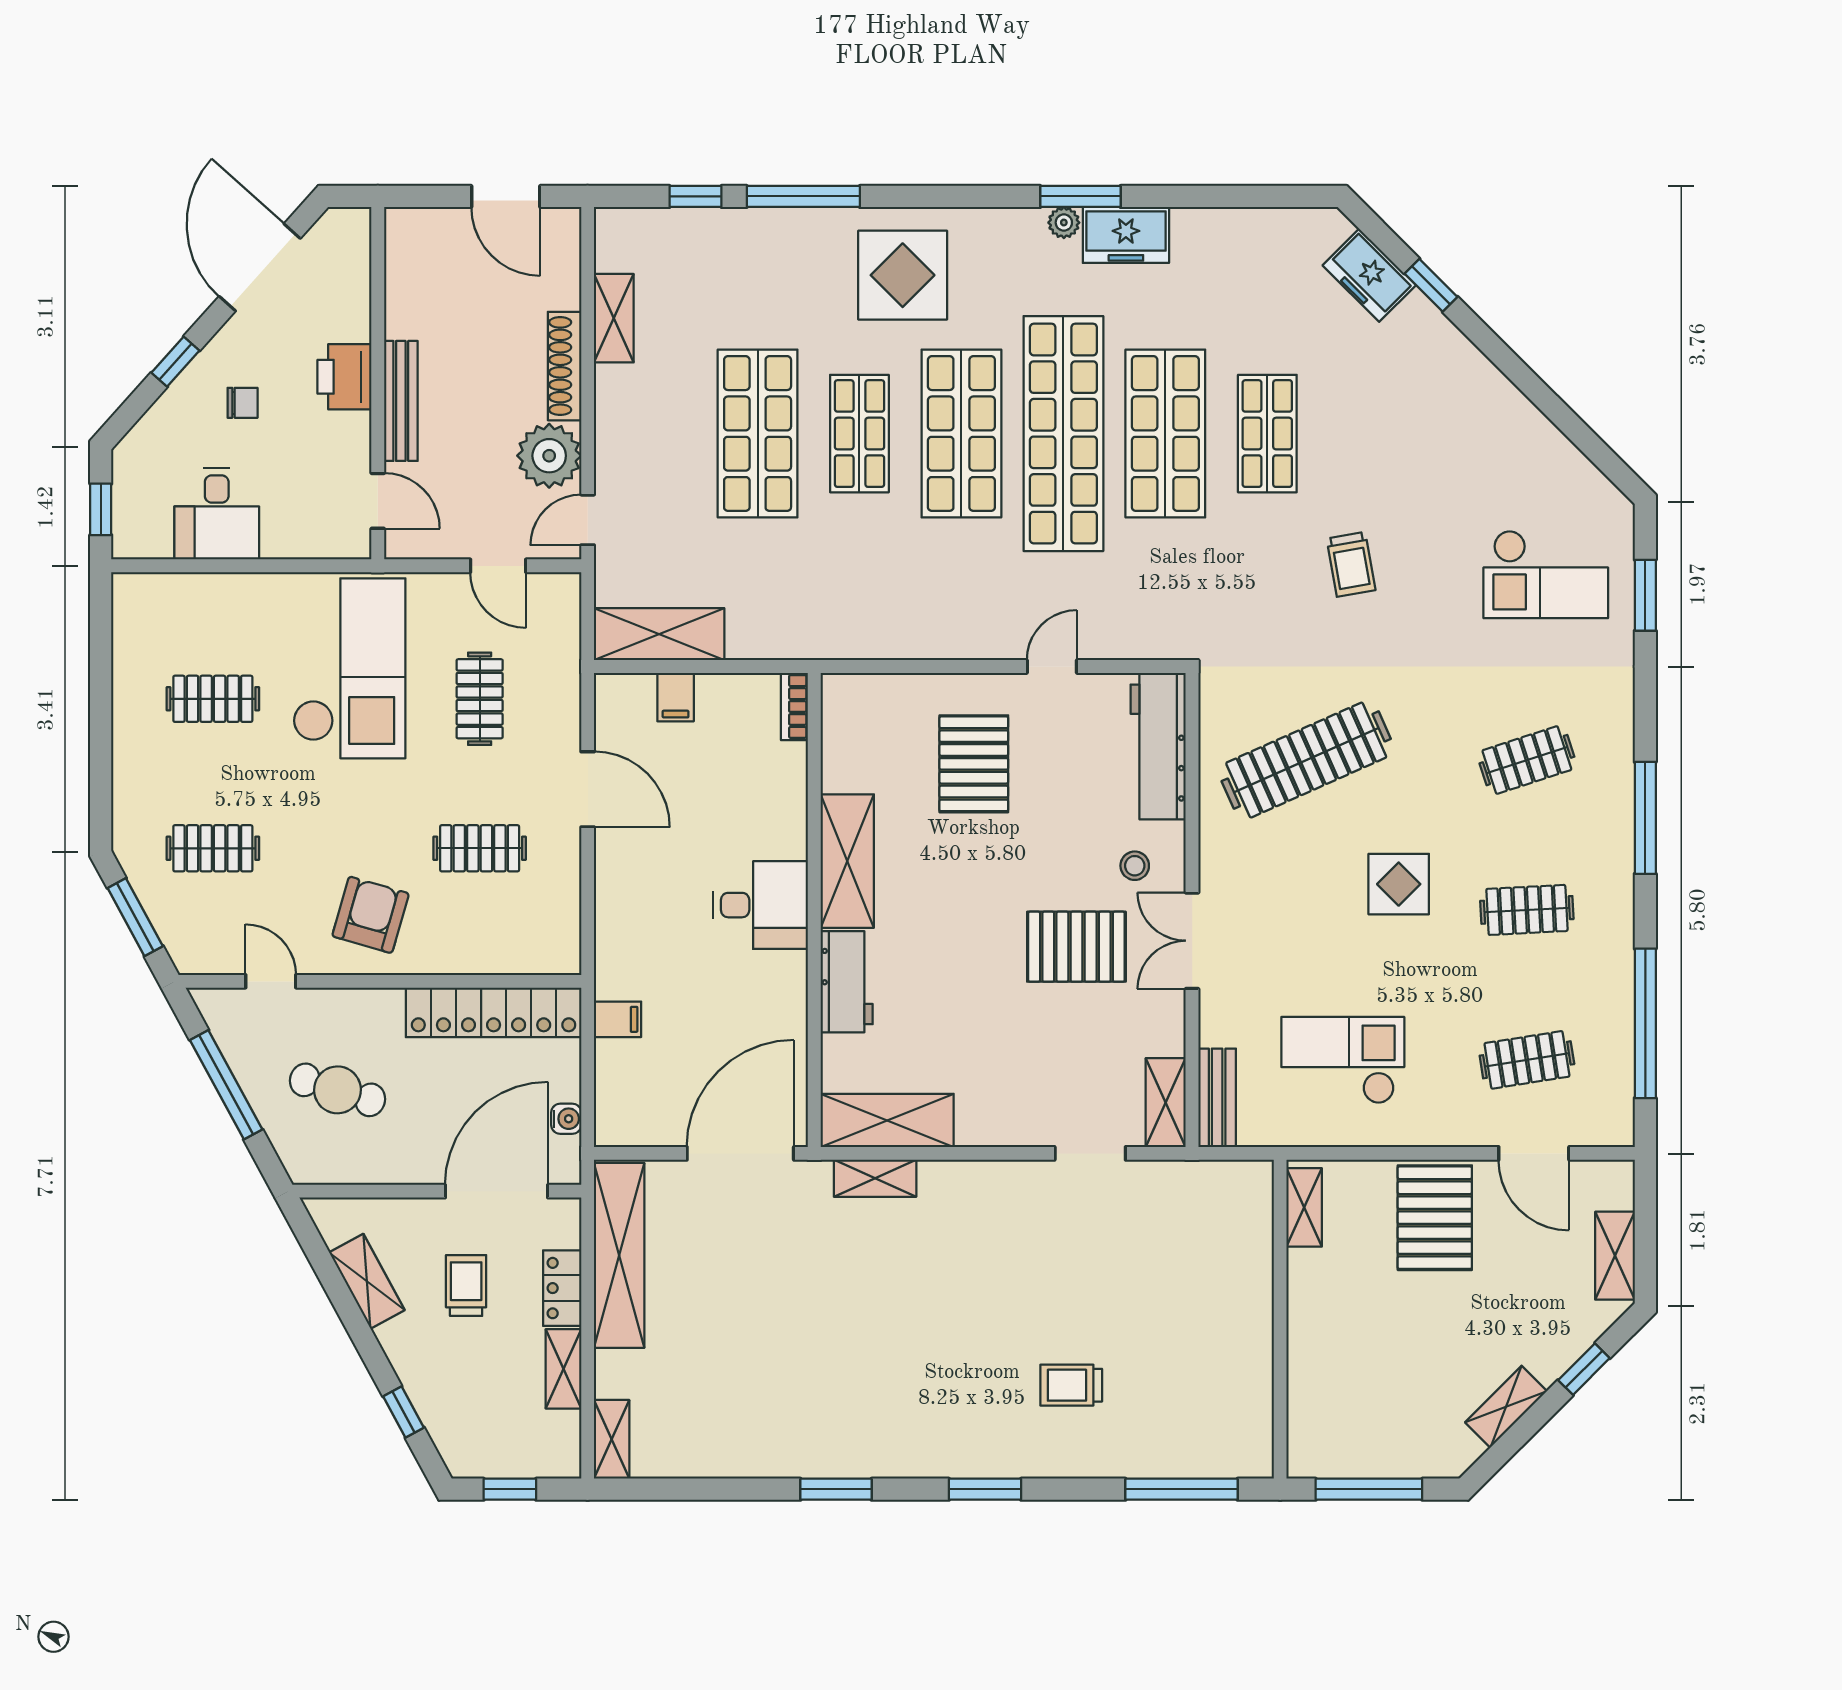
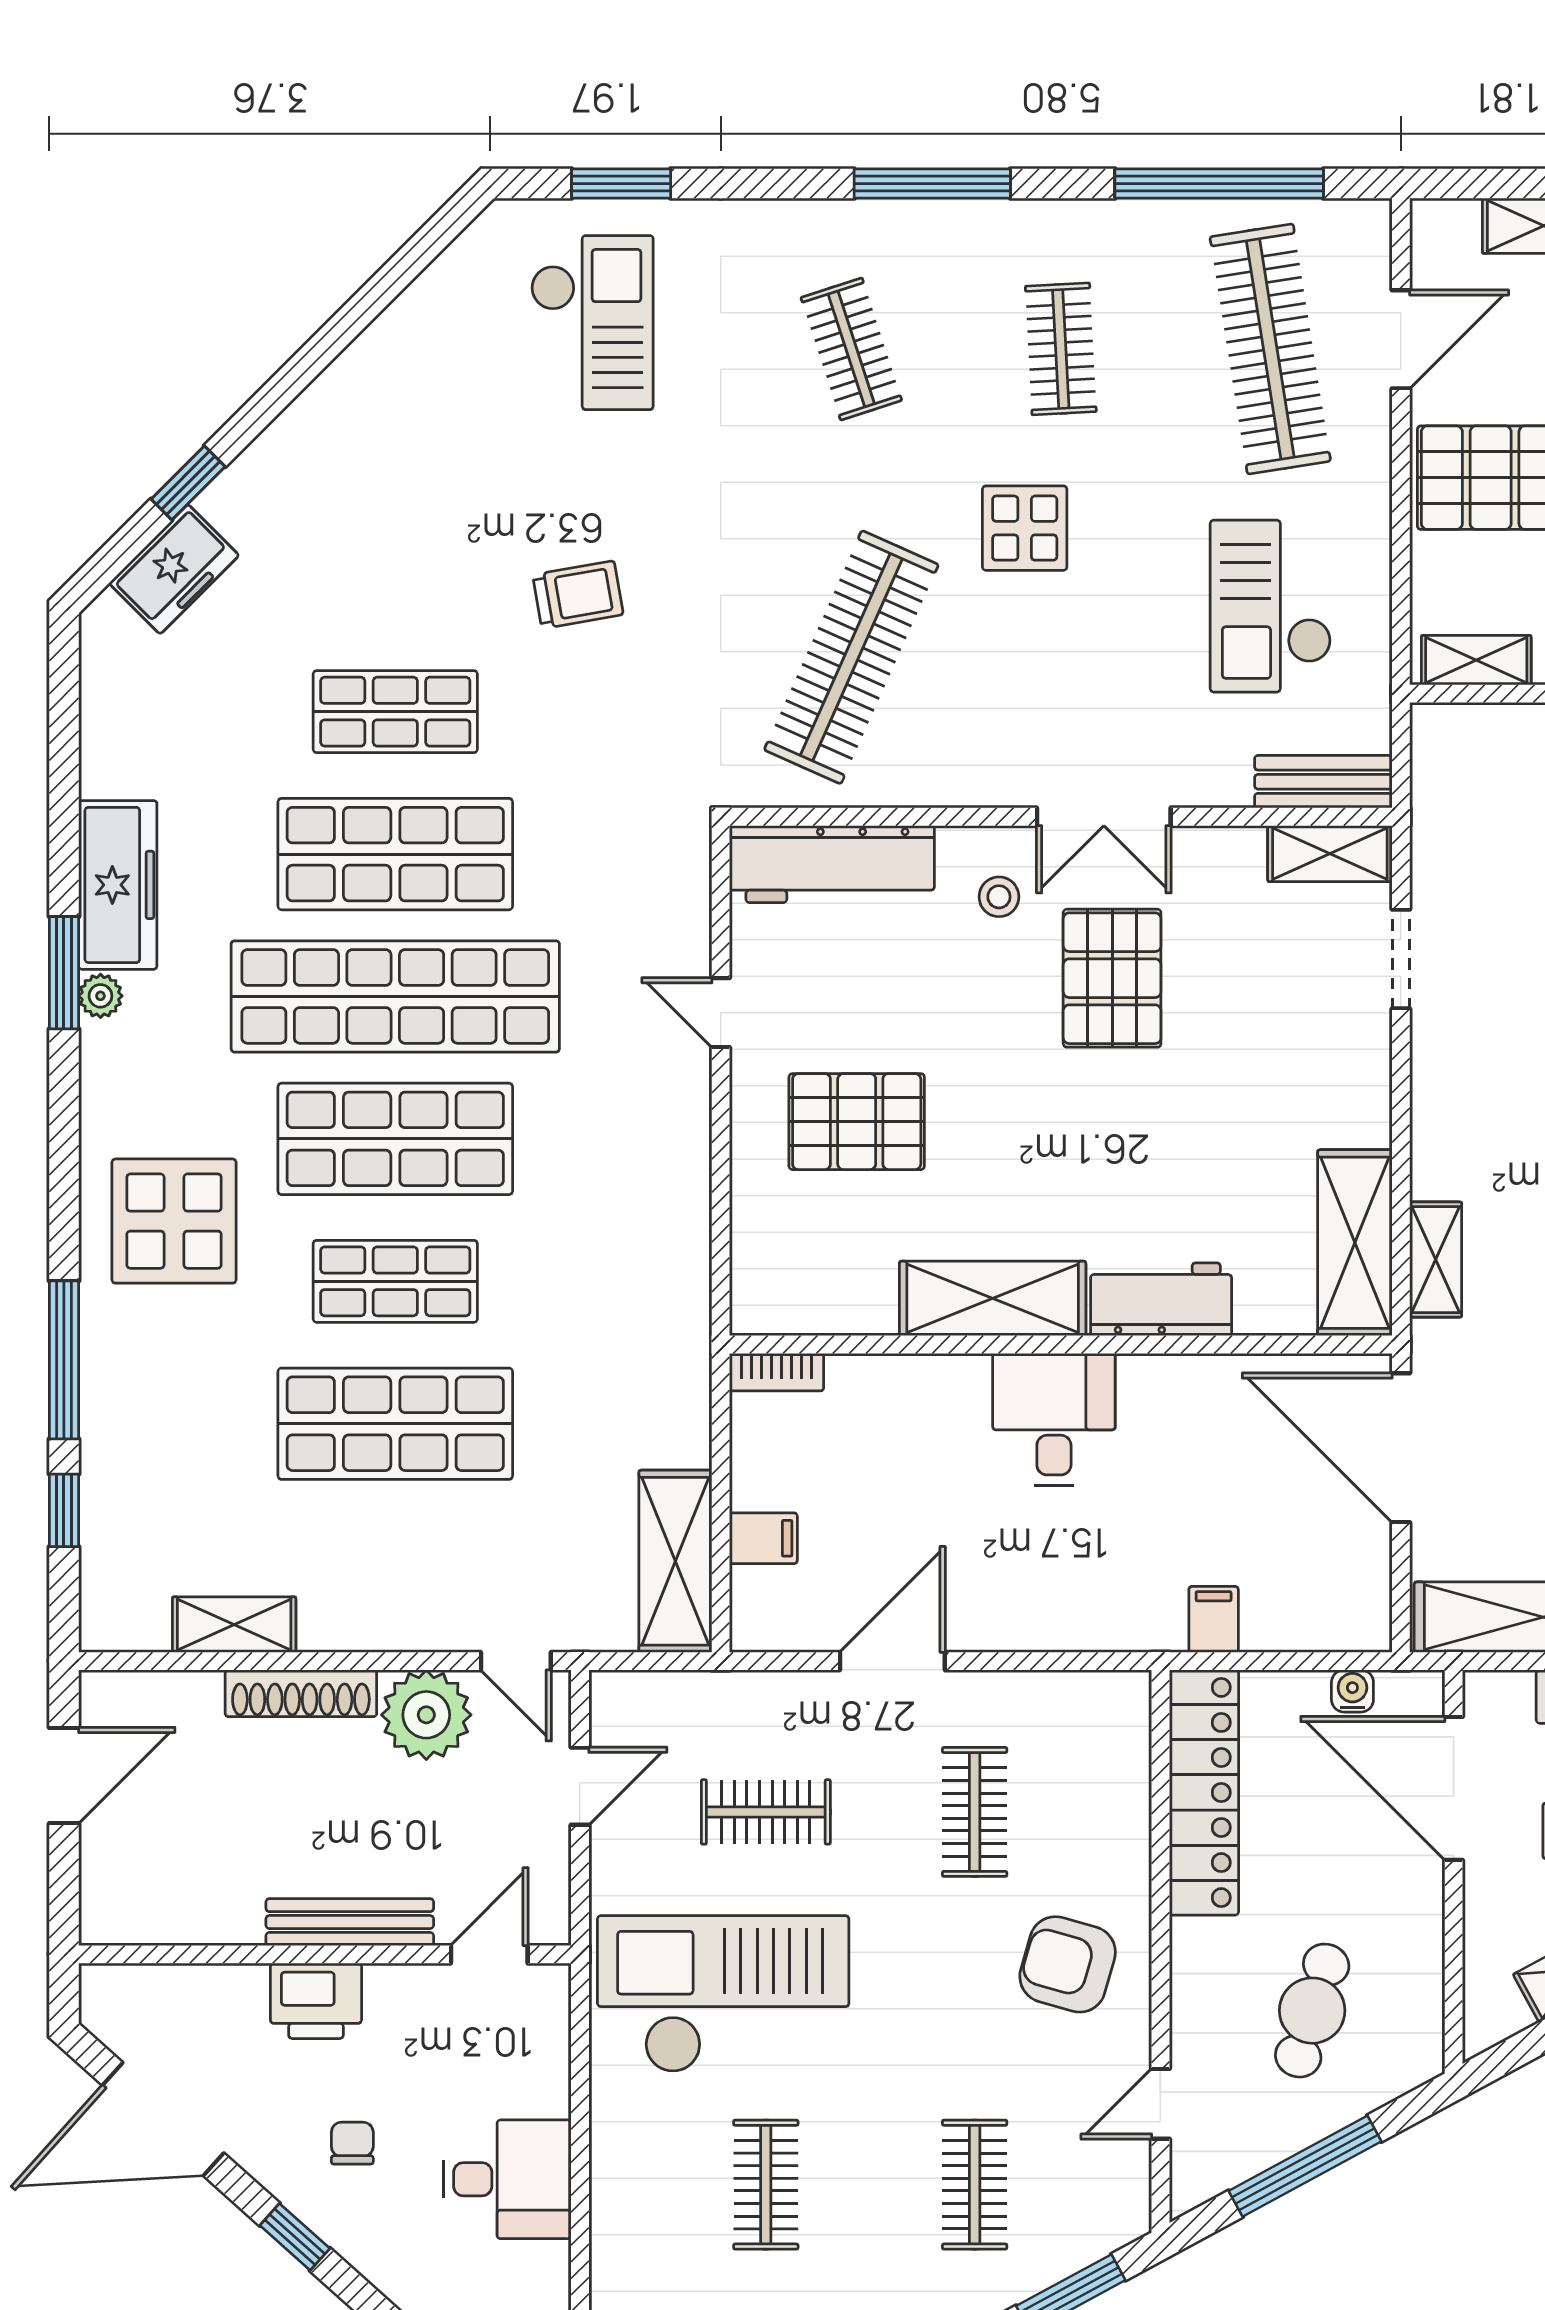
freezer: (1126, 235) -> (118, 885), width x1.40
clothes rail: (1306, 760) -> (851, 657), turned 48
clothes rail: (1527, 1060) -> (1270, 349), width x1.86, depth x1.31

